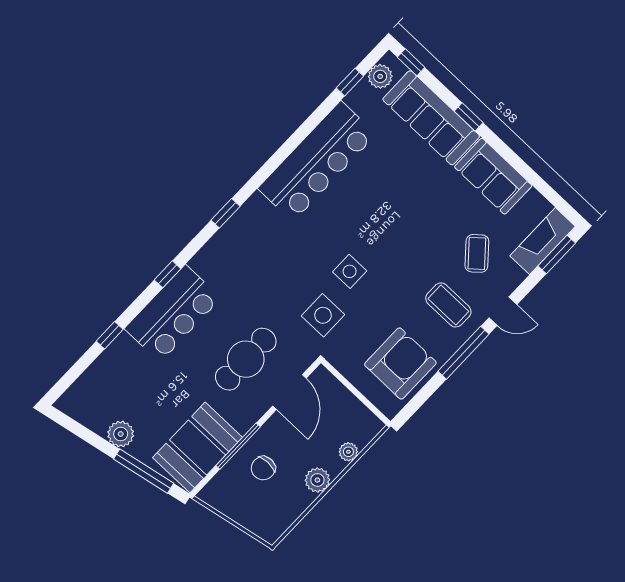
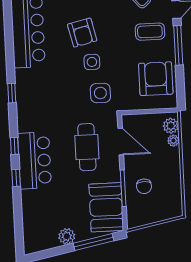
armchair: (373, 228) -> (82, 33), added
window: (110, 335) -> (16, 178), moved
plant: (317, 480) -> (171, 126), moved

